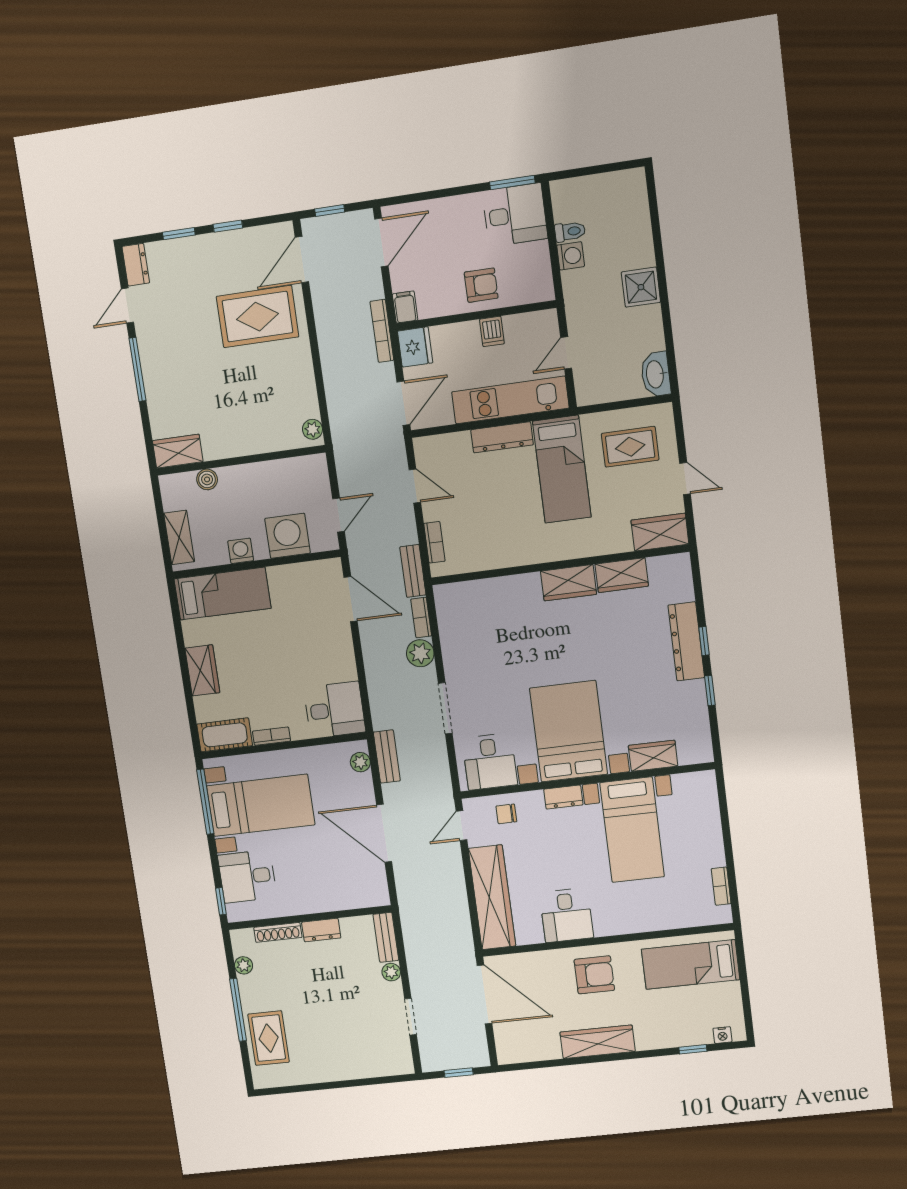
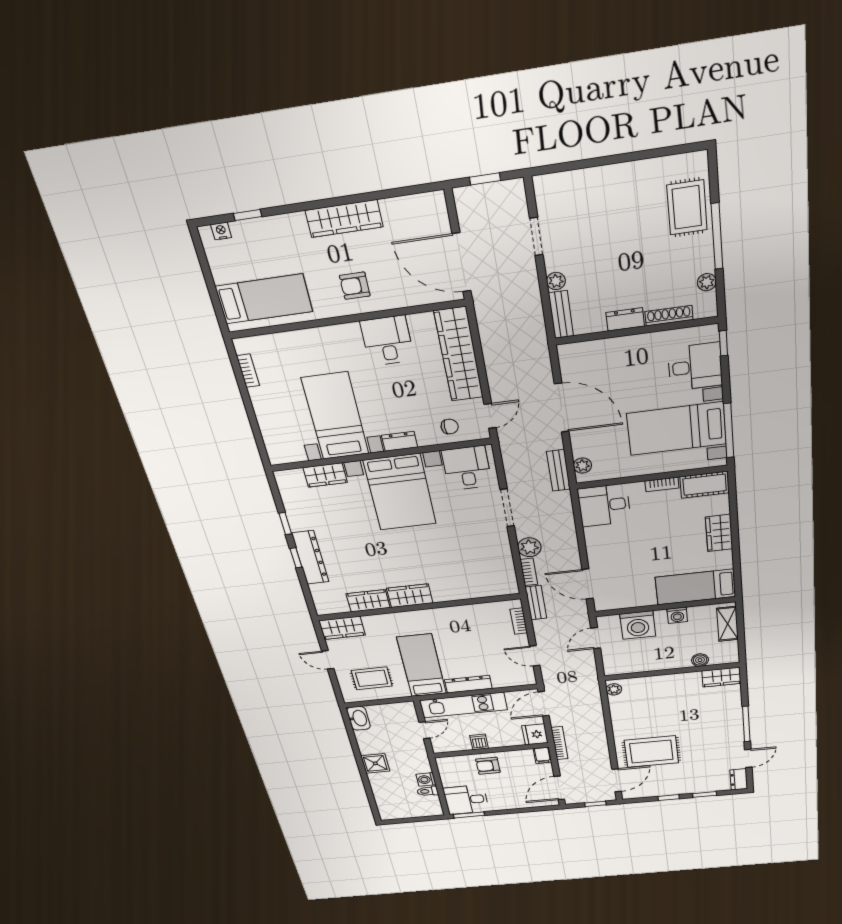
armchair: (594, 975) -> (355, 286), width x0.72, depth x0.72

